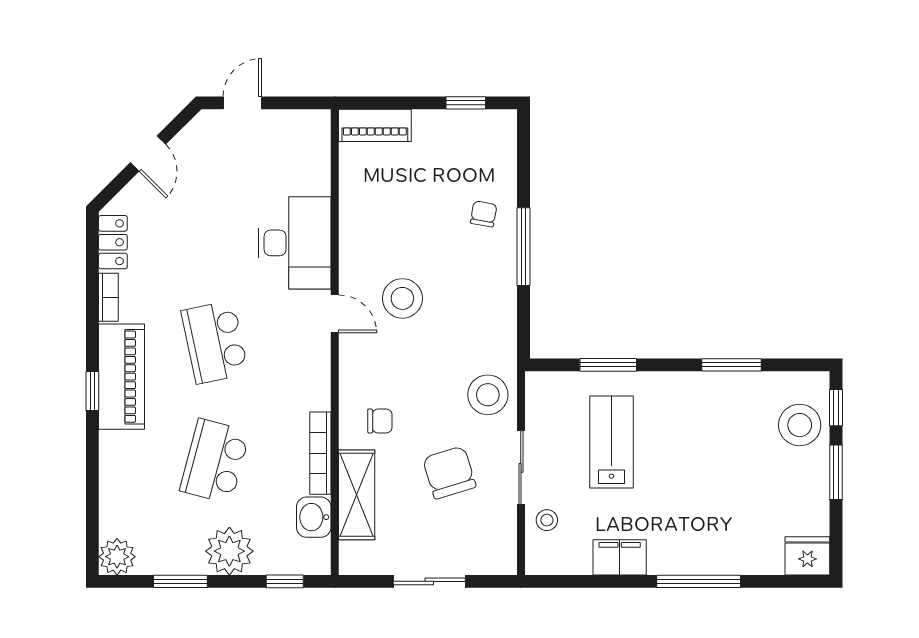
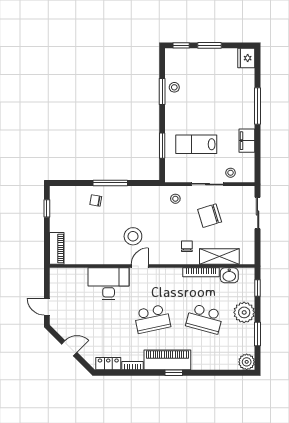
stool: (488, 395) -> (175, 199), width x0.53, depth x0.53
stool: (800, 425) -> (174, 87), moved, width x0.53, depth x0.53
sliding door: (429, 581) -> (258, 213), moved

